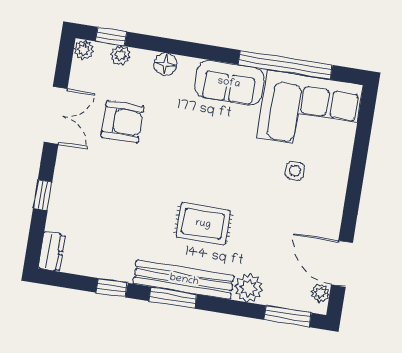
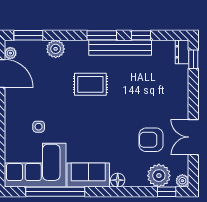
plant: (121, 55) -> (159, 176), width x1.87, depth x1.87
floor lamp: (165, 64) -> (118, 180), moved
window: (43, 195) -> (193, 59), moved
bench: (184, 280) -> (120, 48), moved

